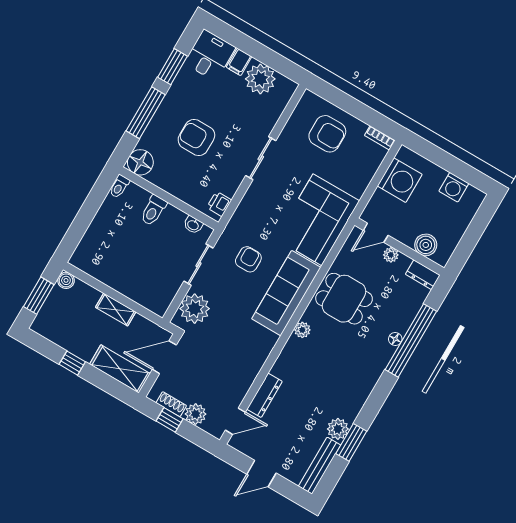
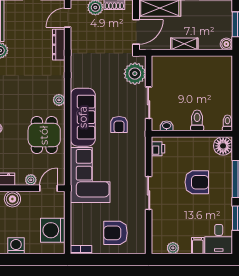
plant: (260, 79) -> (173, 248), width x0.53, depth x0.53
dining table: (344, 299) -> (44, 135), turned 90

